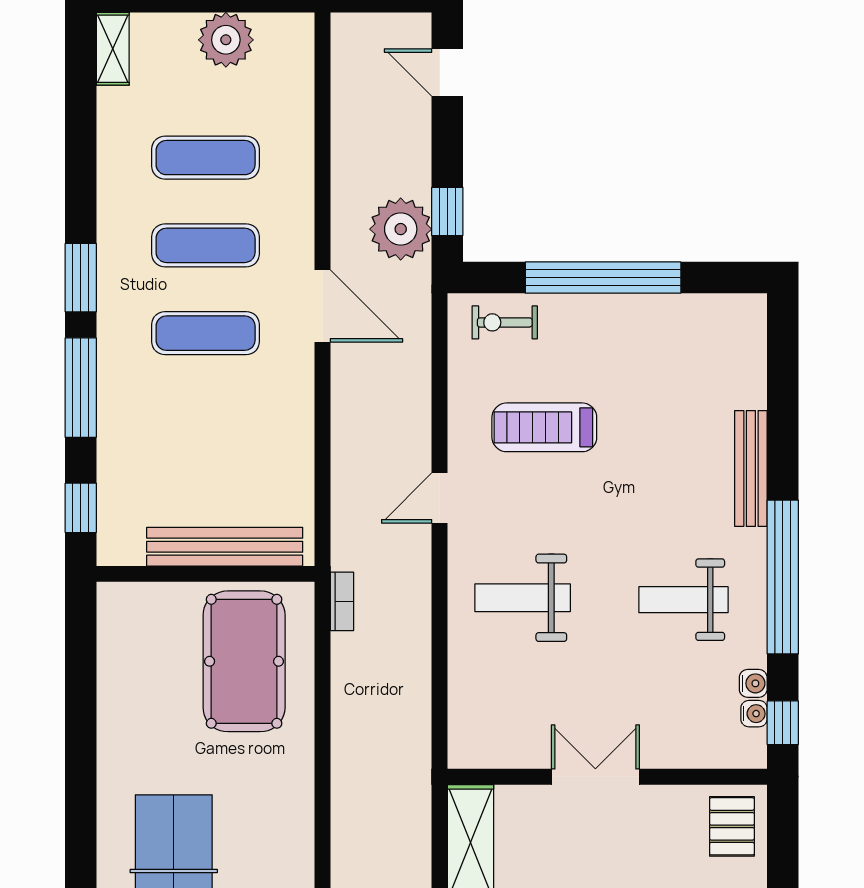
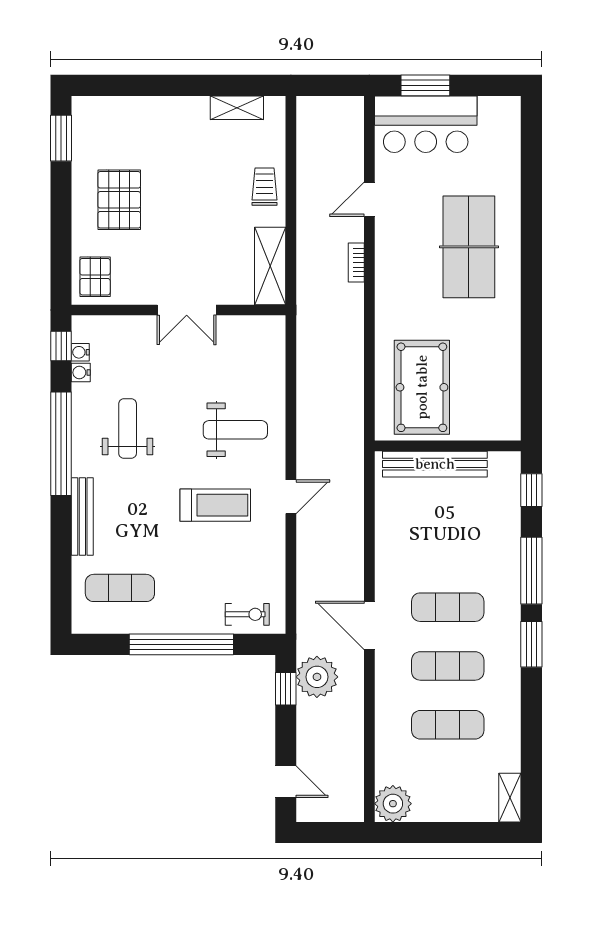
plant: (226, 40) -> (393, 804), moved
exercise mat: (695, 362) -> (120, 588), added
treadmill: (544, 427) -> (215, 505), moved
weight bench: (683, 600) -> (128, 429), turned -90
bookcase: (342, 601) -> (356, 262), moved

